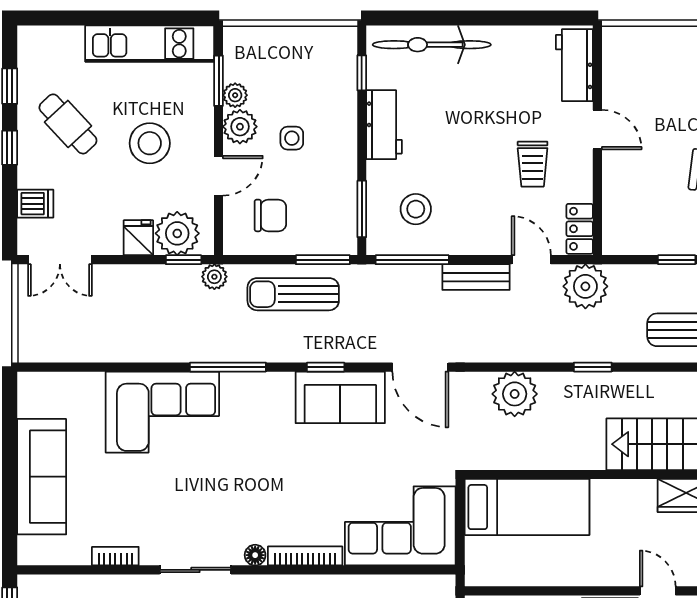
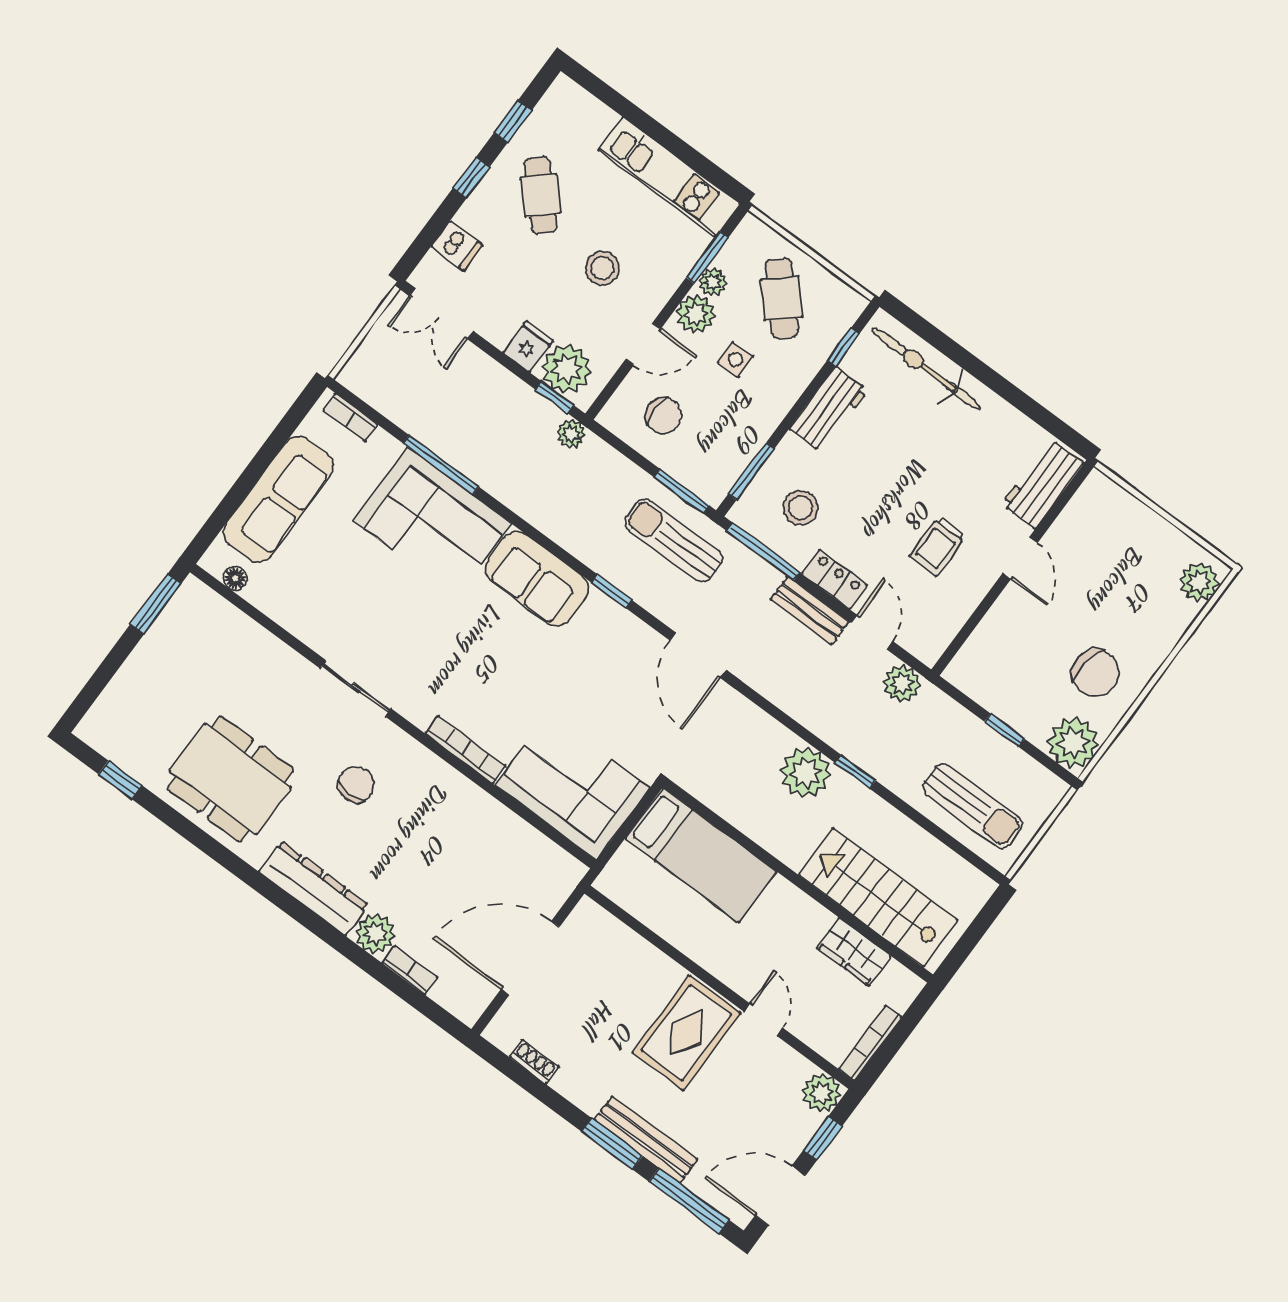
cafe table: (293, 71) -> (782, 298), added
stool: (150, 143) -> (602, 268), width x0.73, depth x0.73
locker: (580, 229) -> (835, 579), moved, turned 90
plant: (585, 286) -> (902, 684), width x0.73, depth x0.73
sun lounger: (293, 294) -> (674, 540), moved
window: (228, 367) -> (441, 465), moved
plant: (515, 394) -> (805, 773), moved
sofa: (340, 397) -> (537, 579), moved
floor lamp: (255, 555) -> (235, 578), moved
bookcase: (115, 556) -> (350, 417), moved, turned 180

